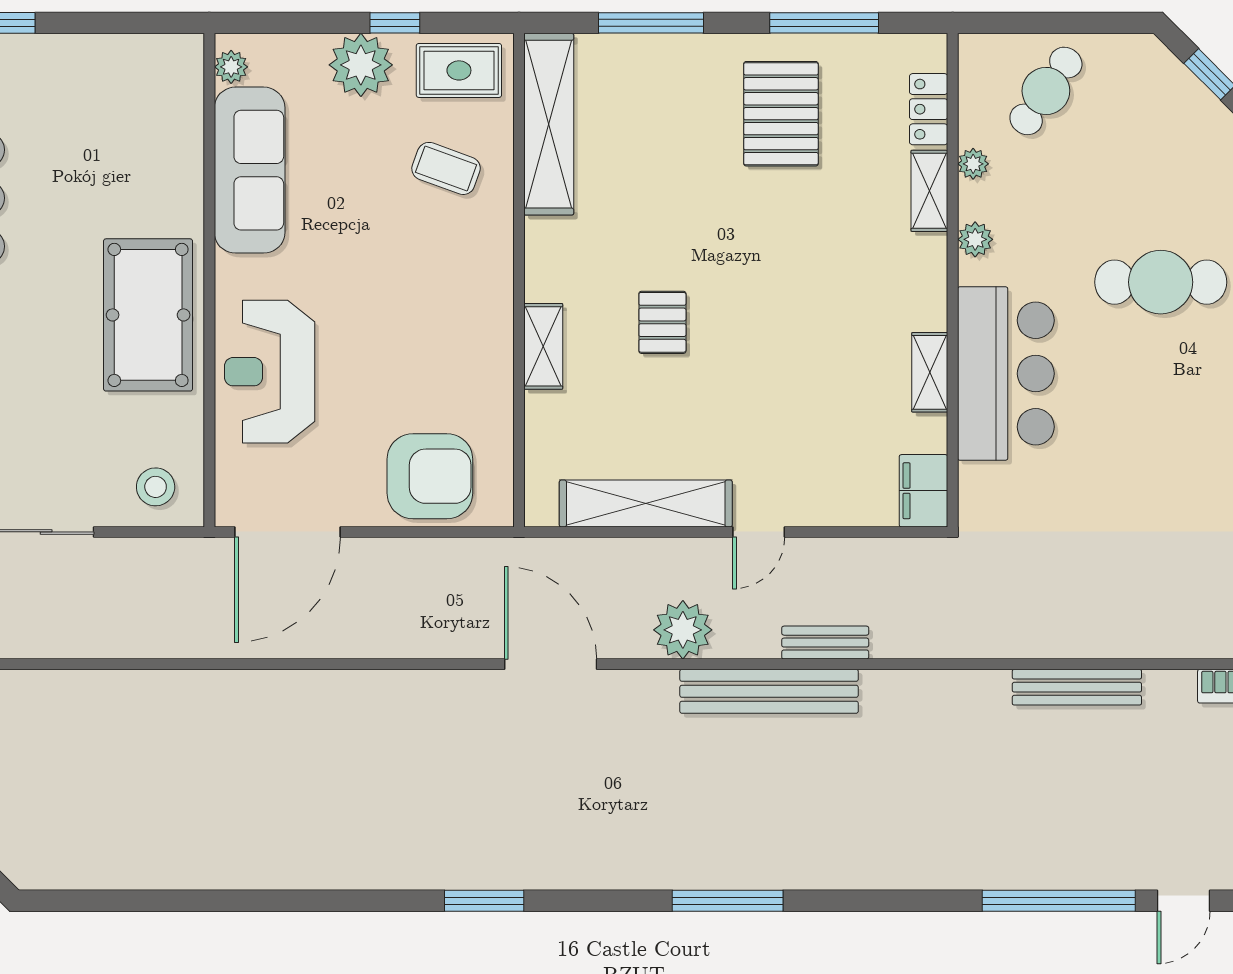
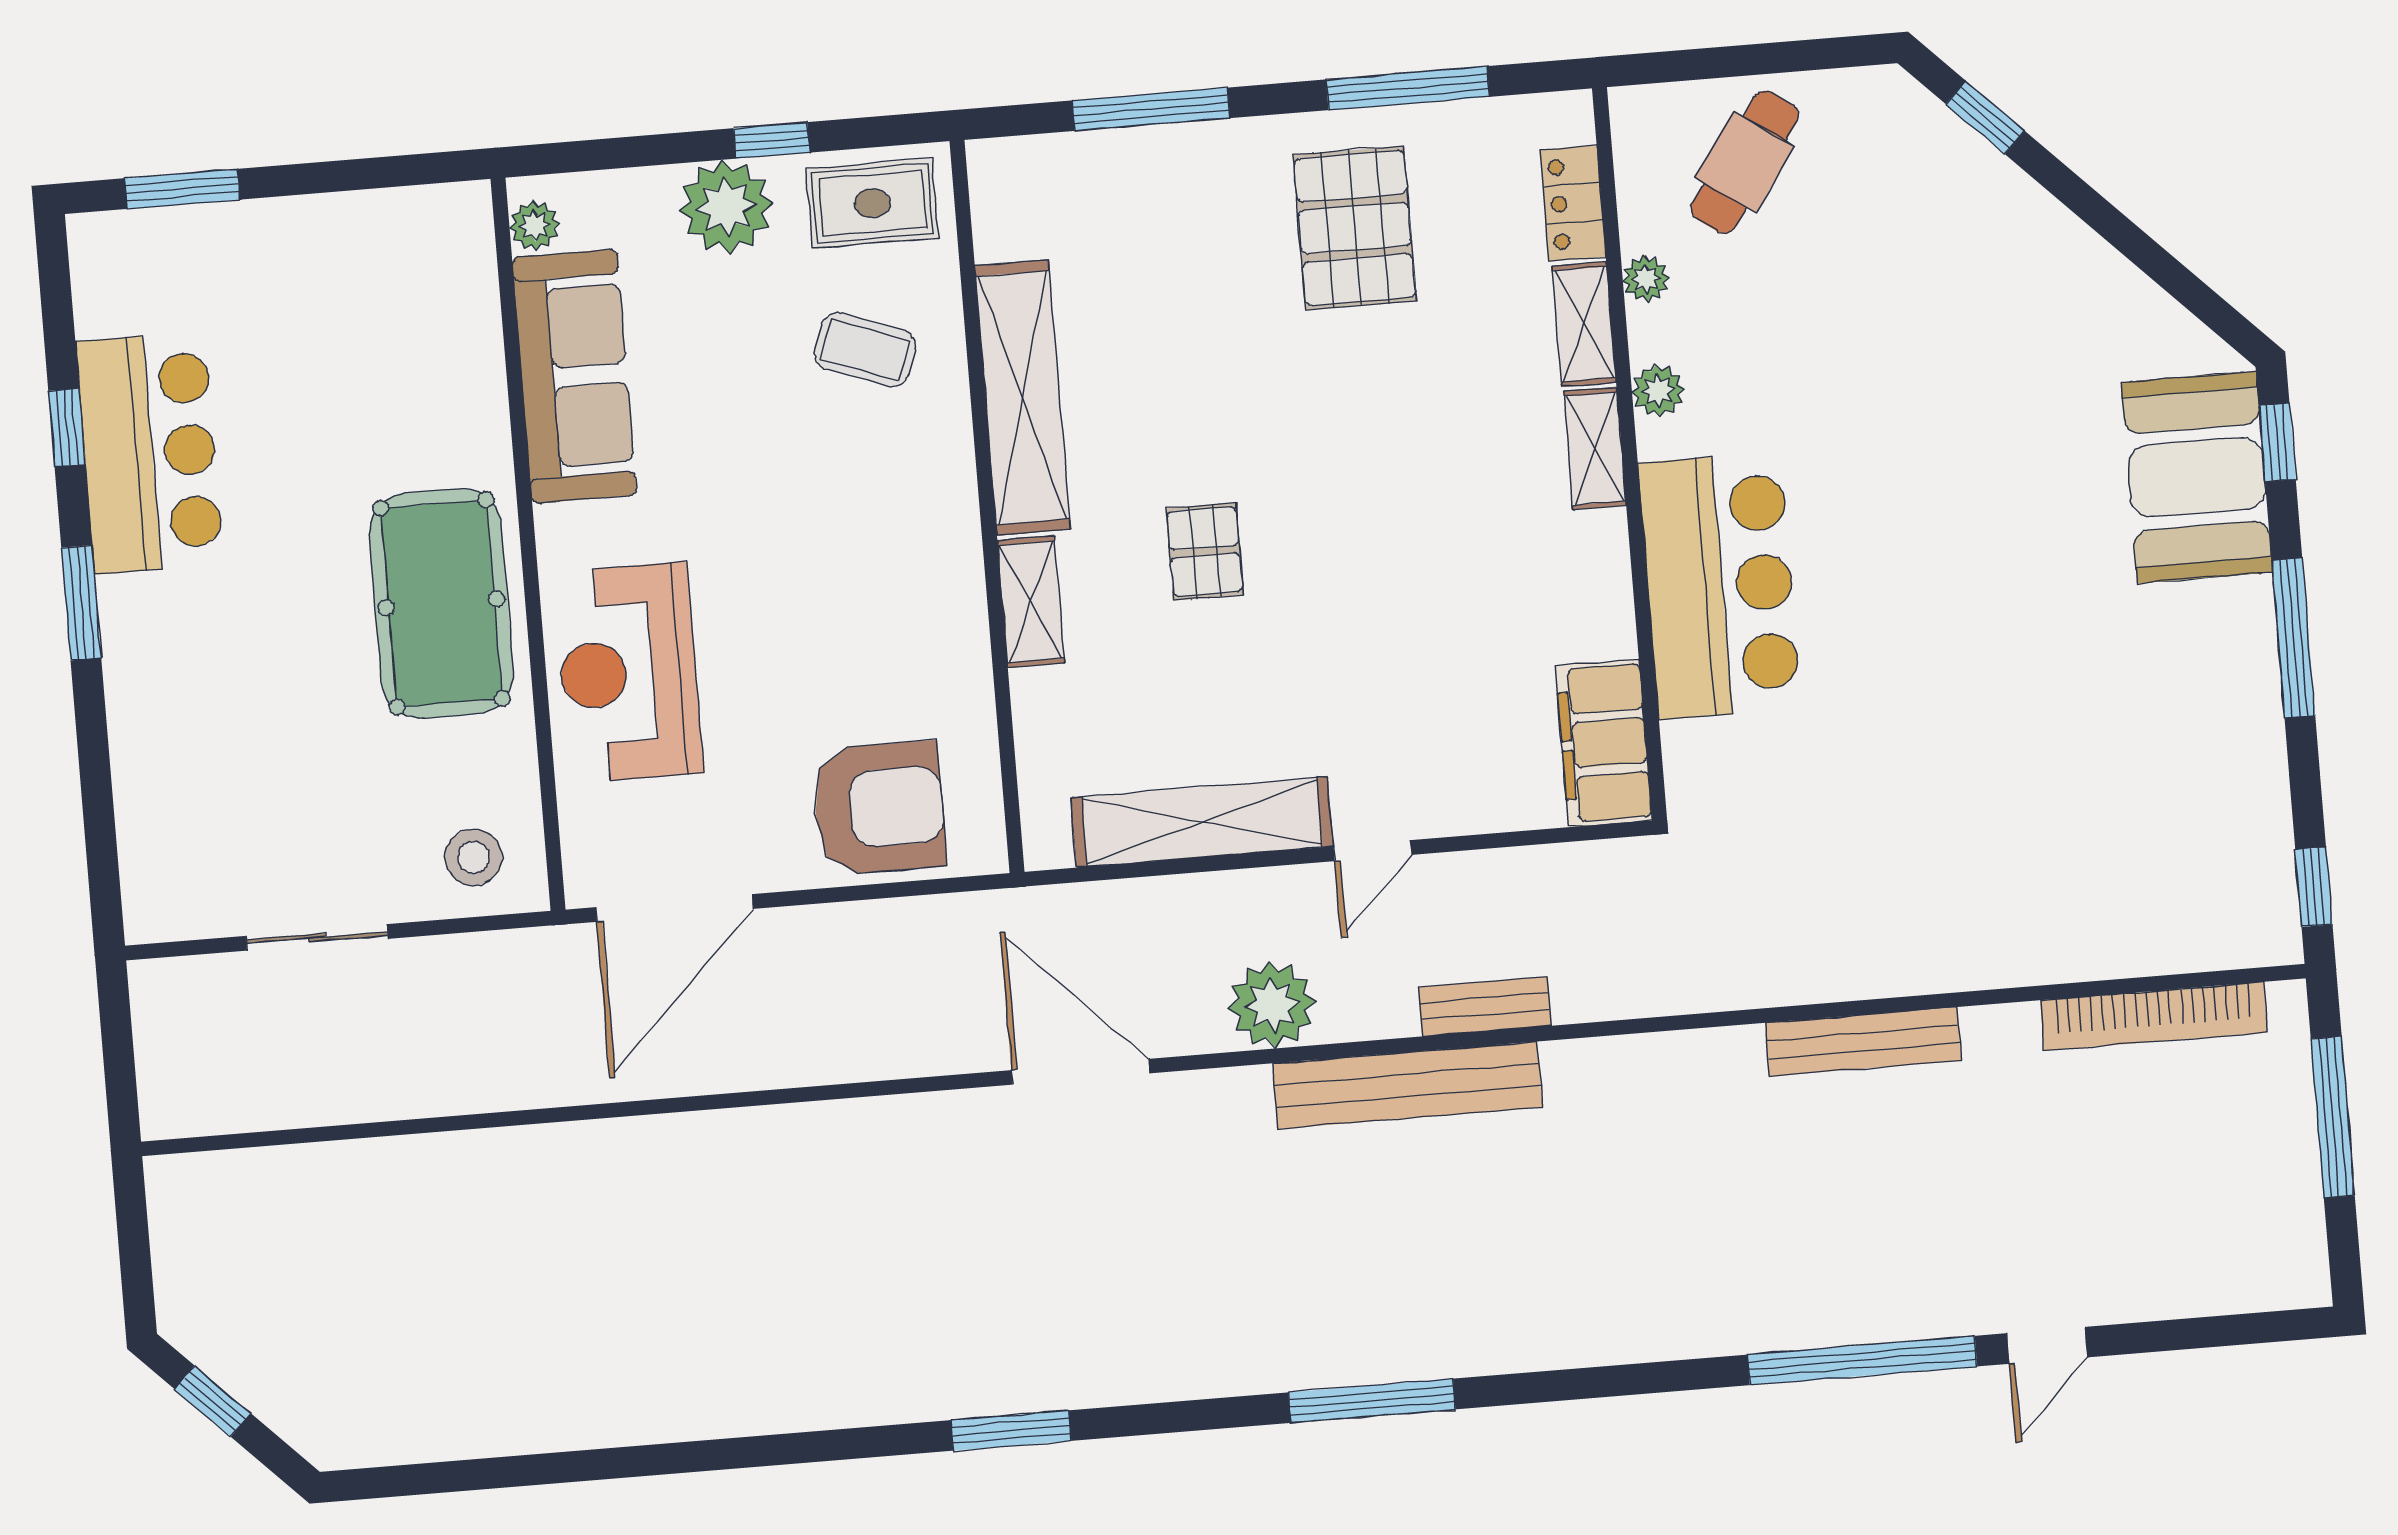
shelving: (549, 124) -> (1022, 398), moved
cafe table: (1161, 282) -> (1938, 431), removed
shelving: (930, 372) -> (1595, 448), moved
filing cabinet: (923, 491) -> (1604, 743), width x1.50, depth x1.17

